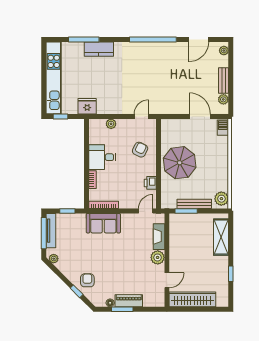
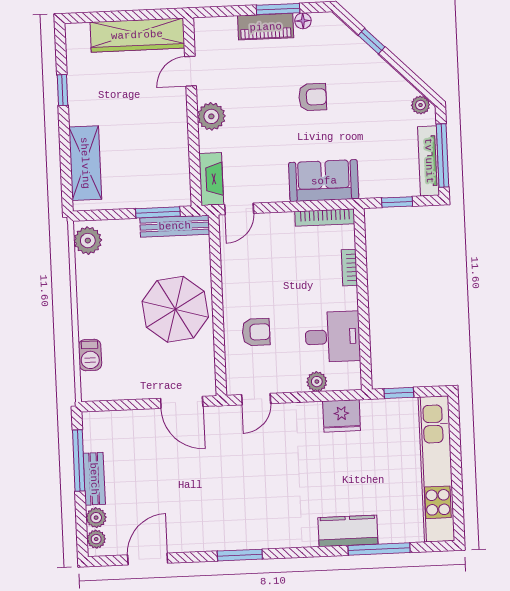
window: (153, 40) -> (240, 555), width x0.47
window: (231, 90) -> (79, 460), added
plant: (223, 99) -> (96, 518), moved
fridge: (87, 106) -> (342, 416), moved
window: (60, 116) -> (399, 393), moved
door: (200, 116) -> (182, 402), moved
barbecue: (223, 128) -> (90, 355), moved
armchair: (140, 150) -> (256, 332), turned -116
desk: (102, 157) -> (333, 337), moved
printer: (150, 183) -> (232, 266), removed
bench: (194, 204) -> (175, 226), moved
fireplace: (159, 237) -> (211, 179), moved
armchair: (87, 280) -> (313, 97), moved, turned -90

